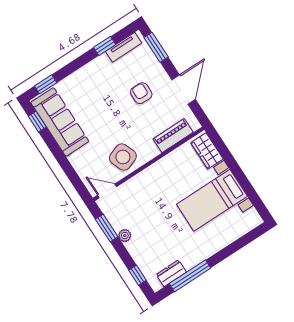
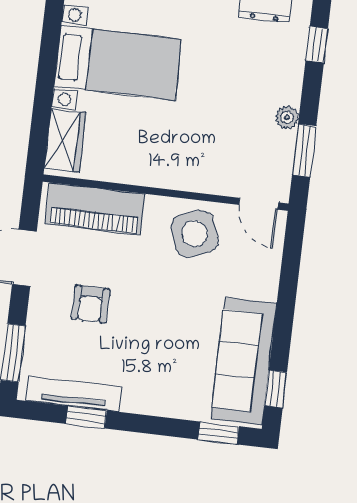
tv unit: (124, 47) -> (74, 394), width x1.41
piano: (173, 136) -> (95, 209), width x1.37, depth x1.33

